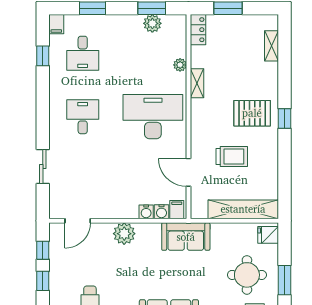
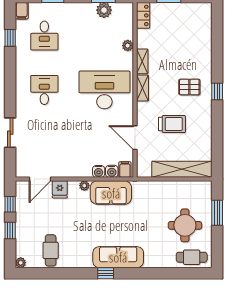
shelving: (271, 46) -> (142, 88), moved
pallet: (252, 113) -> (189, 87), width x0.67, depth x0.71
plant: (124, 234) -> (84, 186), width x0.53, depth x0.53
fridge: (268, 235) -> (60, 189), moved, turned -90
sofa: (186, 237) -> (111, 193), moved
window: (284, 280) -> (217, 213), moved

